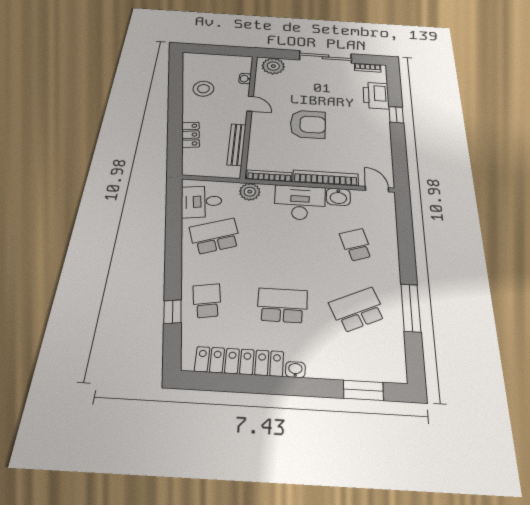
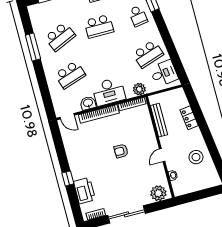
door: (250, 104) -> (162, 155), hinge flipped
armchair: (308, 124) -> (121, 151), width x0.53, depth x0.53
school desk: (356, 245) -> (70, 75), width x1.85

